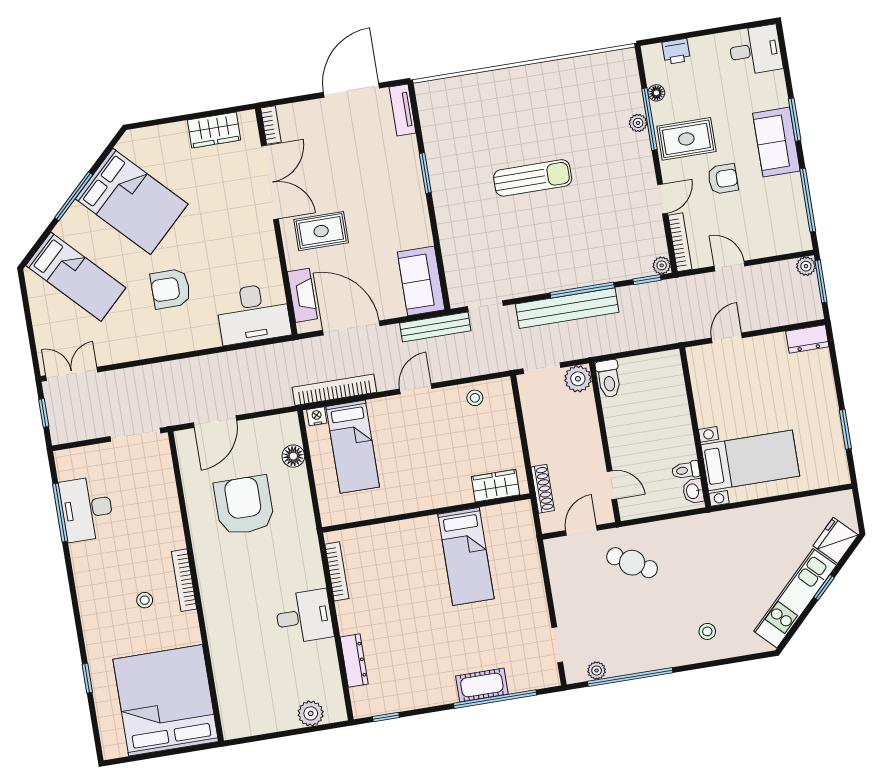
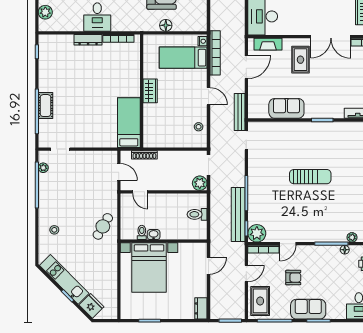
plant: (638, 123) -> (352, 237), moved
rug: (686, 139) -> (260, 301), moved
sun lounger: (533, 178) -> (310, 177), turned -90
armchair: (723, 179) -> (293, 278), turned -90
door: (663, 199) -> (288, 244), hinge flipped
plant: (662, 265) -> (257, 233), width x1.88, depth x1.88
plant: (806, 266) -> (240, 314), removed
sofa: (421, 281) -> (286, 108), moved
bench: (567, 308) -> (238, 214), moved
door: (351, 328) -> (246, 67), width x0.73
door: (727, 338) -> (209, 266), hinge flipped
toilet: (609, 379) -> (197, 214), moved
floor lamp: (293, 456) -> (166, 25), moved
bed with nightstands: (750, 460) -> (149, 268), width x1.36
door: (612, 485) -> (140, 192), hinge flipped
wardrobe: (496, 486) -> (150, 91), moved
washbasin: (693, 491) -> (154, 235), moved
bed: (466, 556) -> (129, 123), moved, turned 90
cafe table: (632, 563) -> (103, 226), moved
dresser: (354, 661) -> (88, 40), moved

